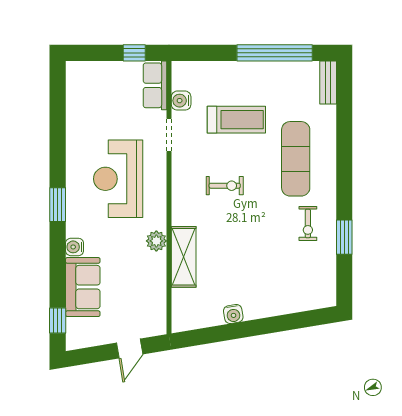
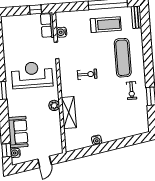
treadmill: (236, 120) -> (106, 25), moved
reception desk: (118, 179) -> (32, 75), turned 90
water cooler: (75, 247) -> (15, 153), moved

